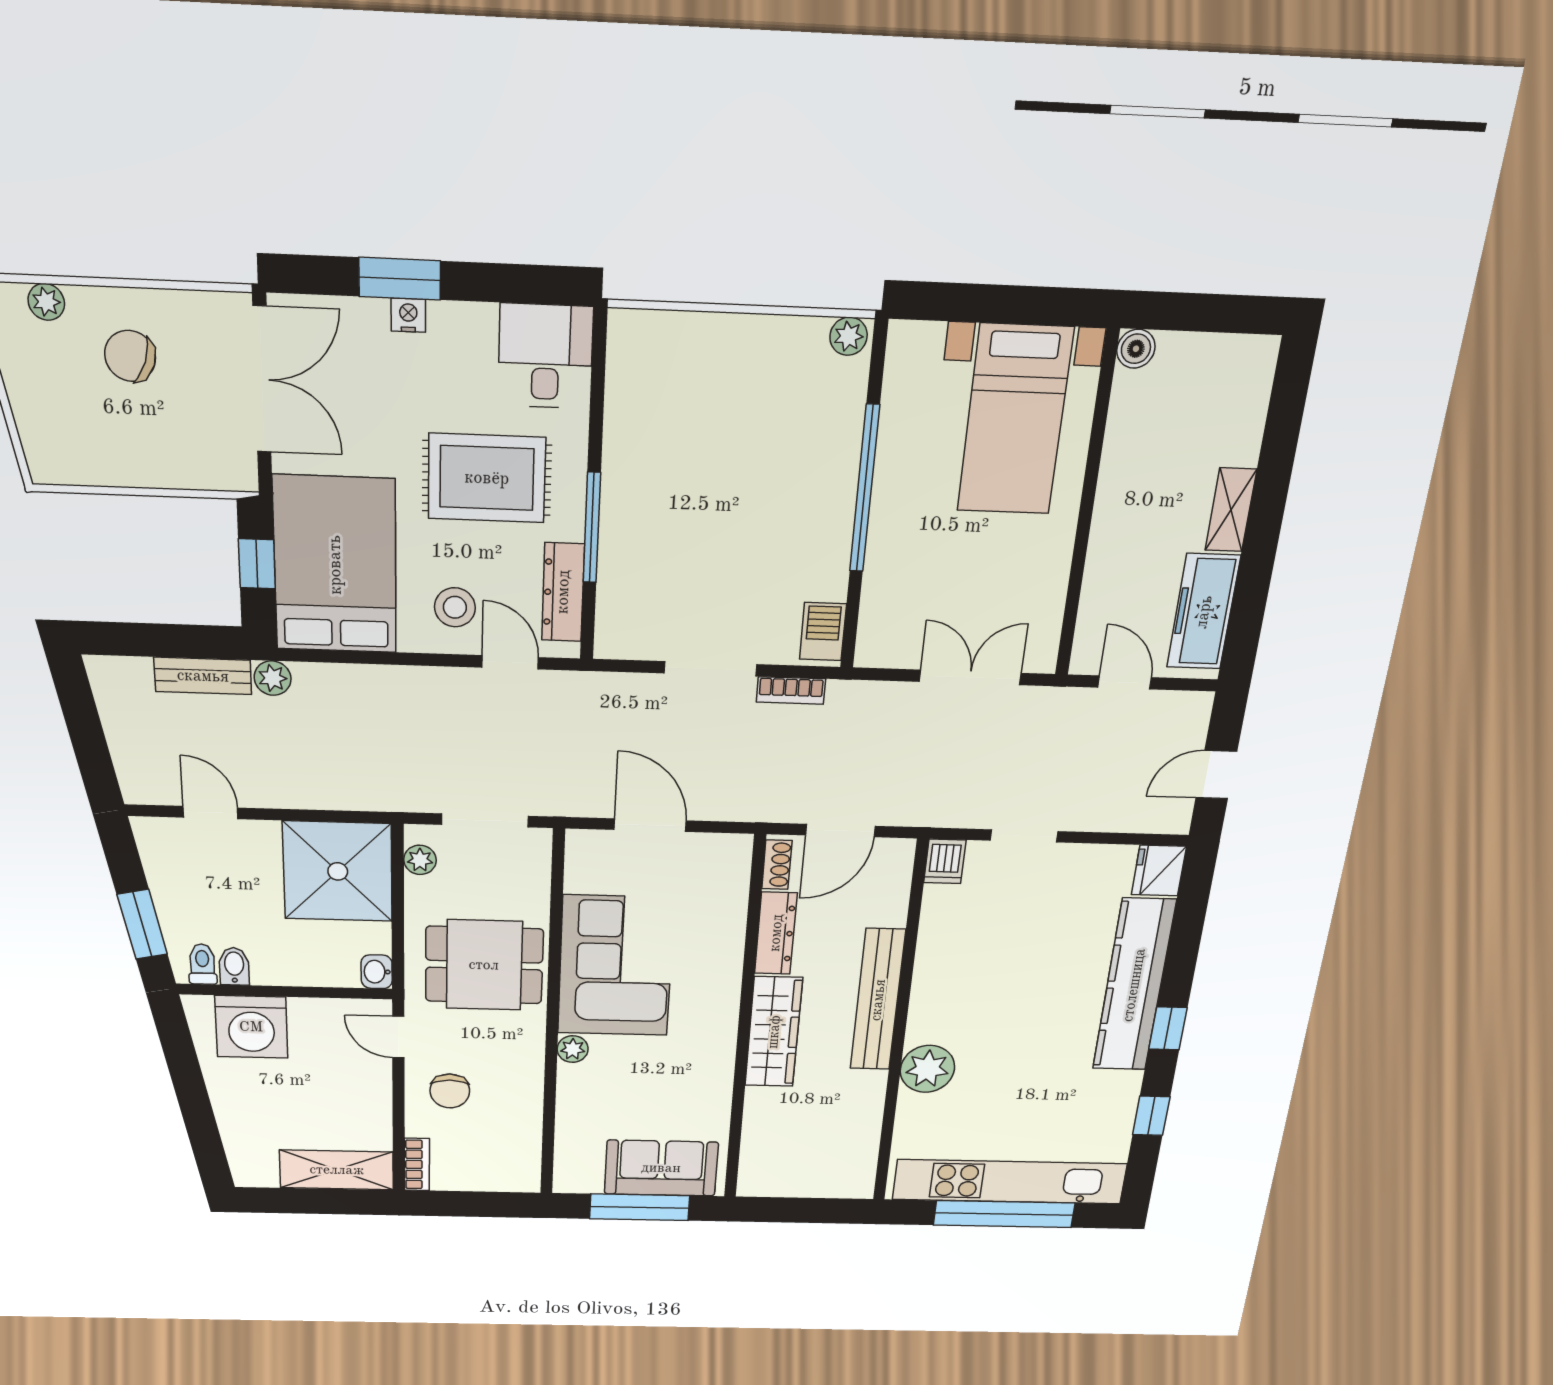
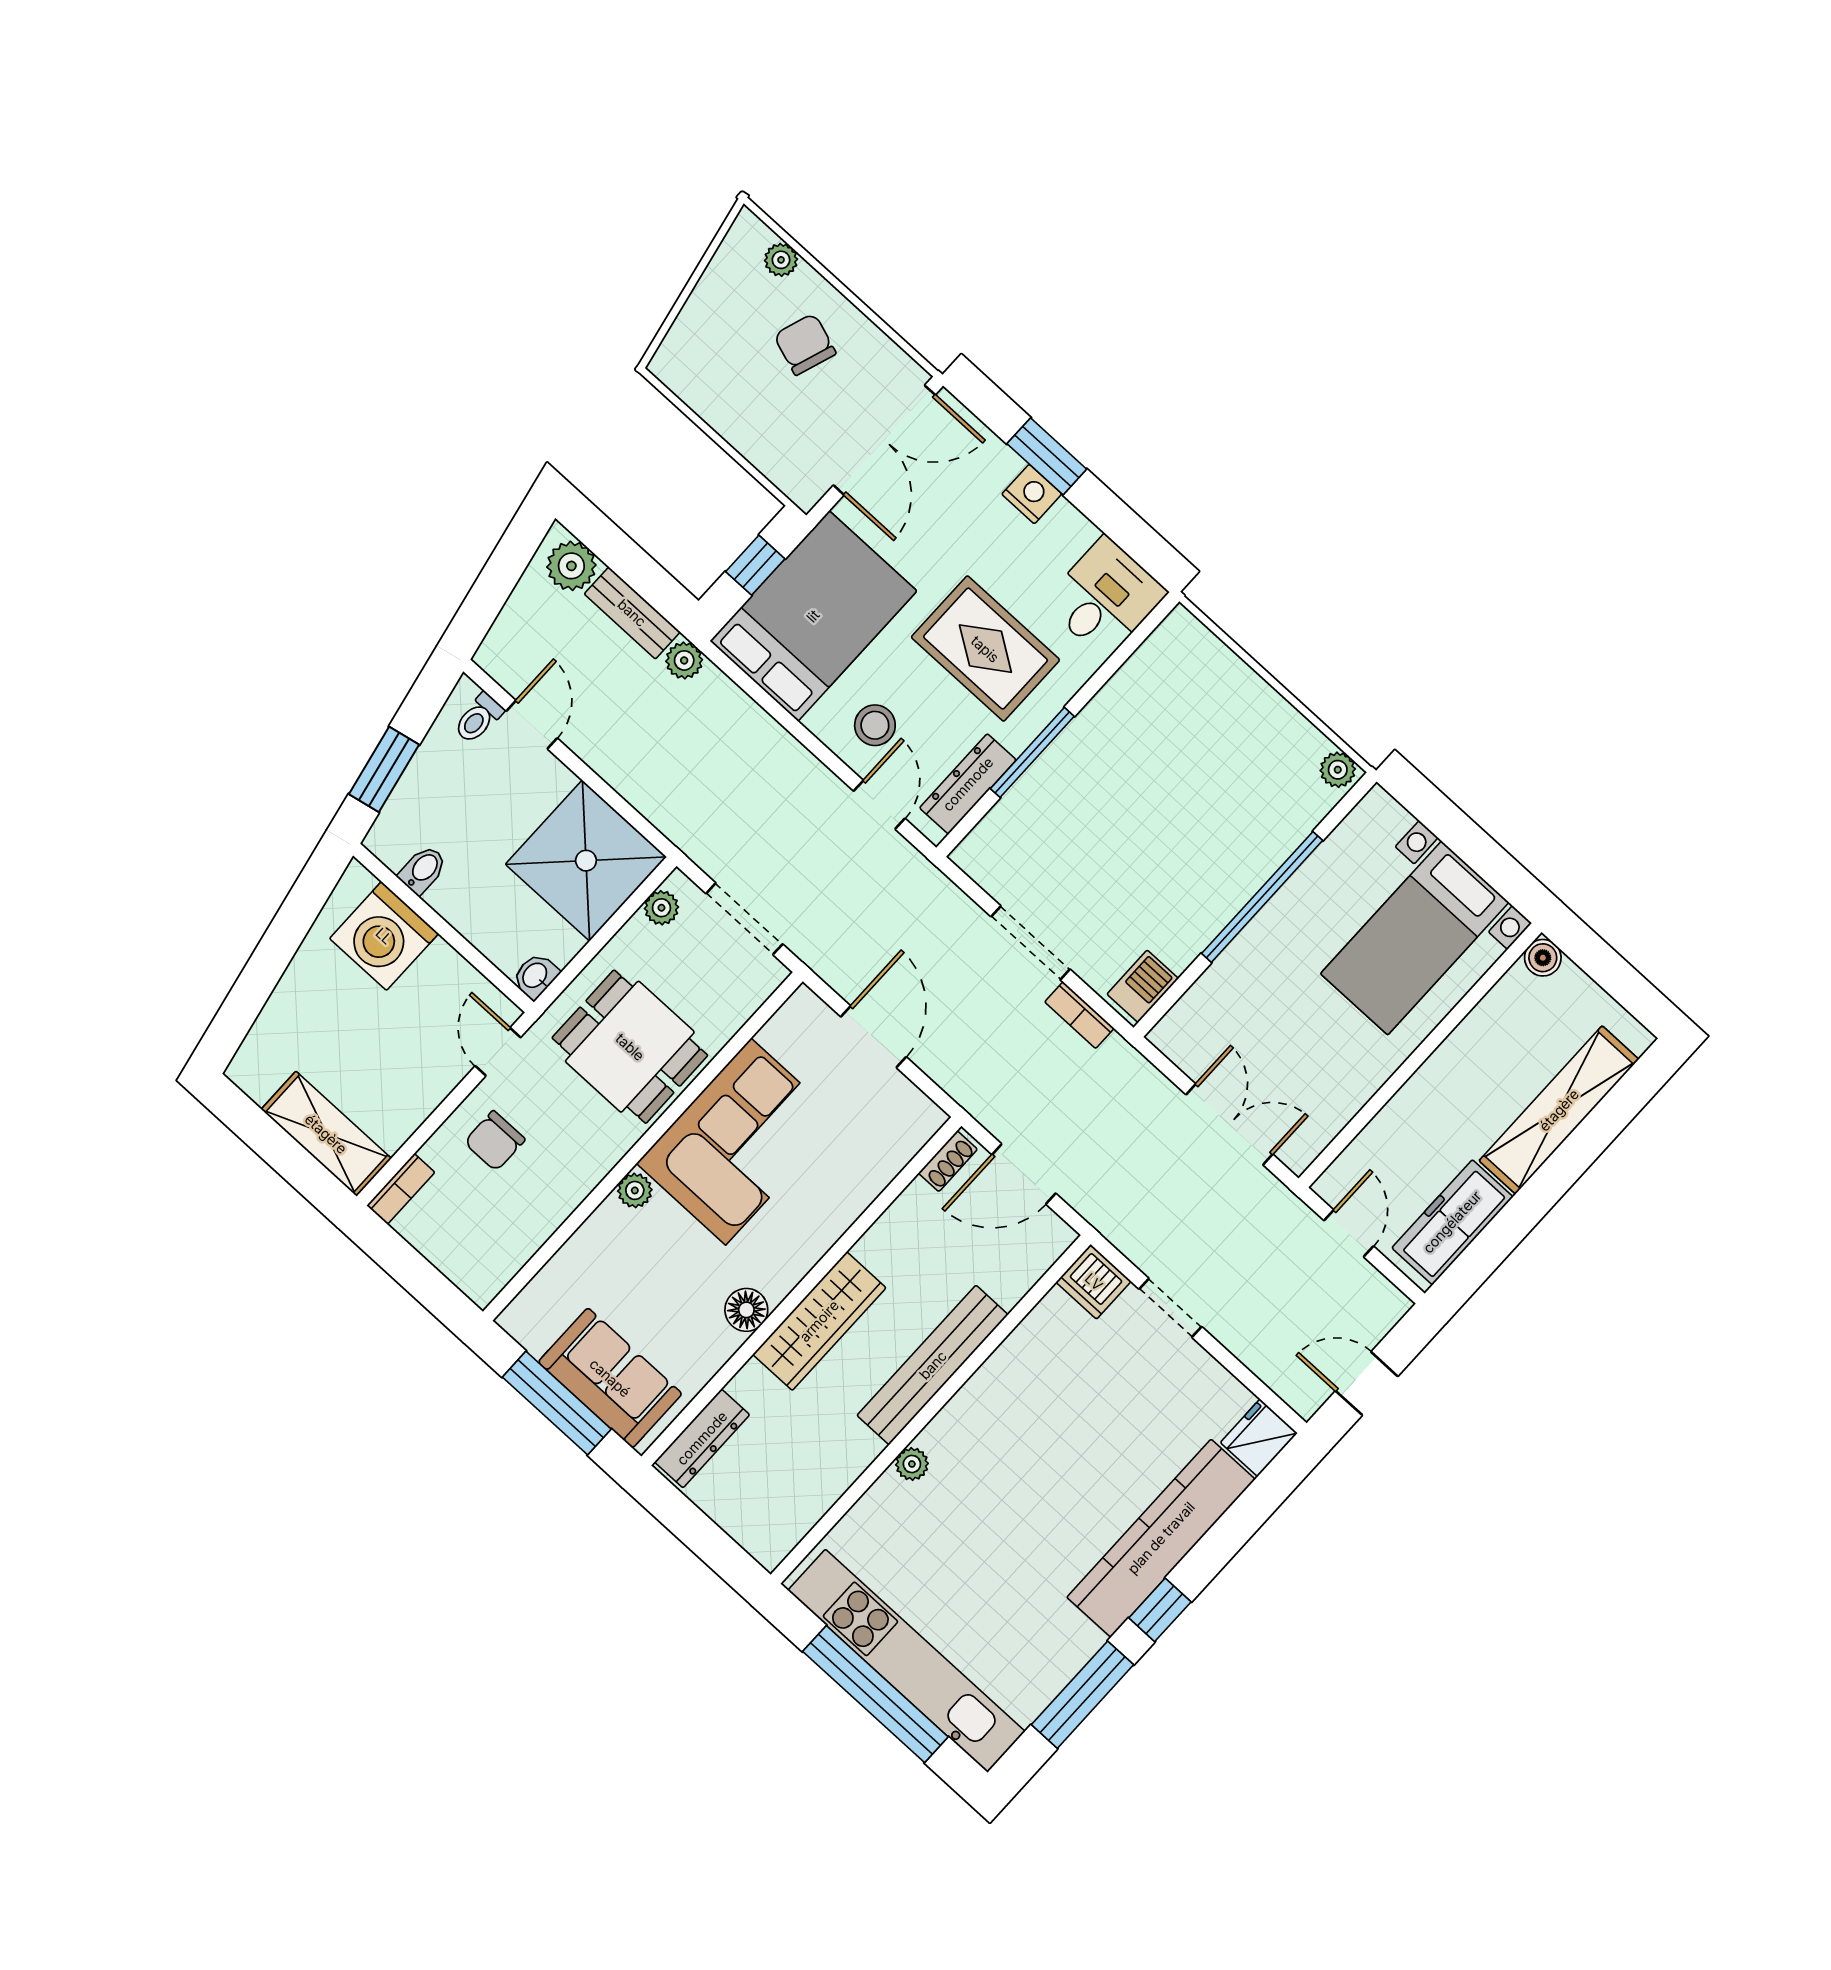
nightstand: (408, 315) -> (1032, 494), width x1.39, depth x1.35
shelving: (1231, 510) -> (1559, 1110), width x2.20, depth x1.33
plant: (127, 679) -> (571, 566), added
dishwasher: (945, 861) -> (1094, 1282), width x1.38
dresser: (776, 933) -> (702, 1438), moved
toilet: (202, 964) -> (478, 718), moved, turned 180
floor lamp: (717, 1062) -> (746, 1310), added
plant: (927, 1069) -> (912, 1464), width x0.53, depth x0.53
window: (1151, 1116) -> (1082, 1695), width x2.17

